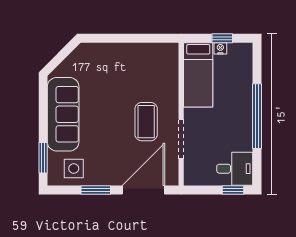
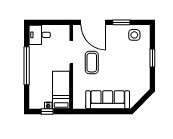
sofa: (63, 114) -> (108, 100), moved, turned 90
window: (43, 158) -> (152, 58), moved
door: (143, 190) -> (93, 22), hinge flipped
window: (233, 190) -> (41, 22), removed

